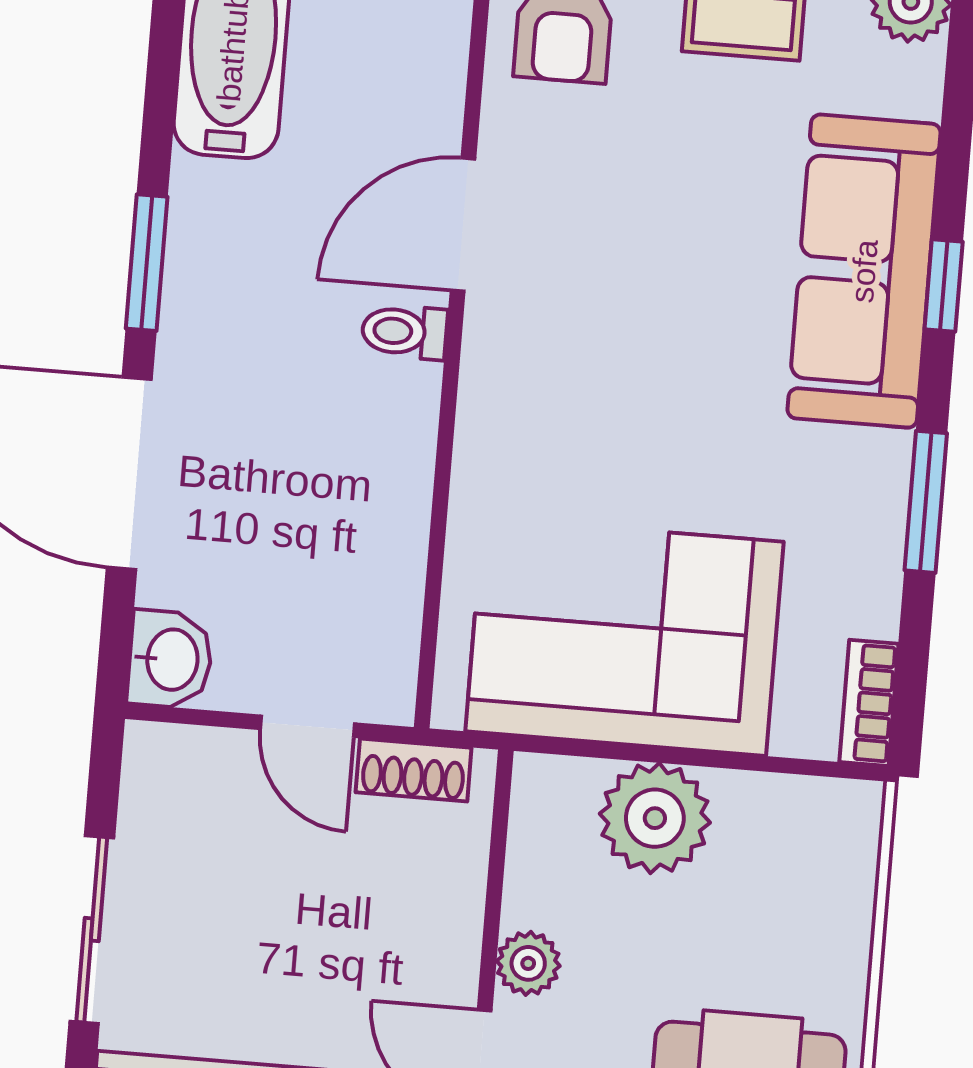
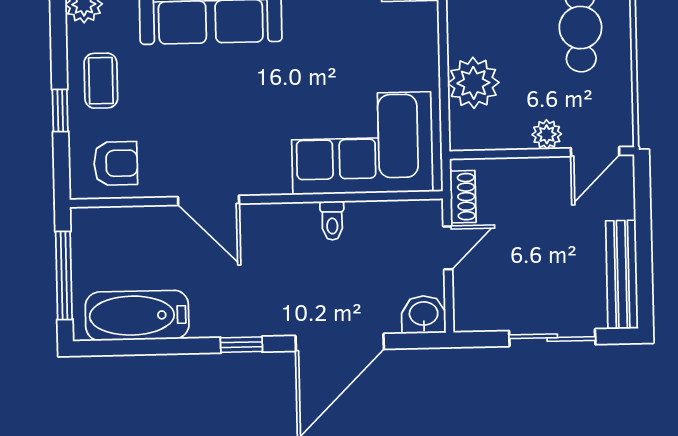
window: (147, 263) -> (241, 345), width x0.67
toilet: (404, 332) -> (332, 221), moved
corner sofa: (625, 637) -> (362, 143), moved, turned 90

